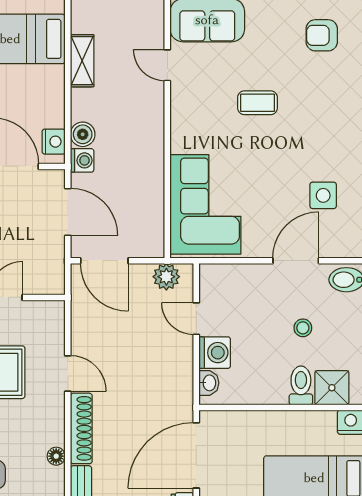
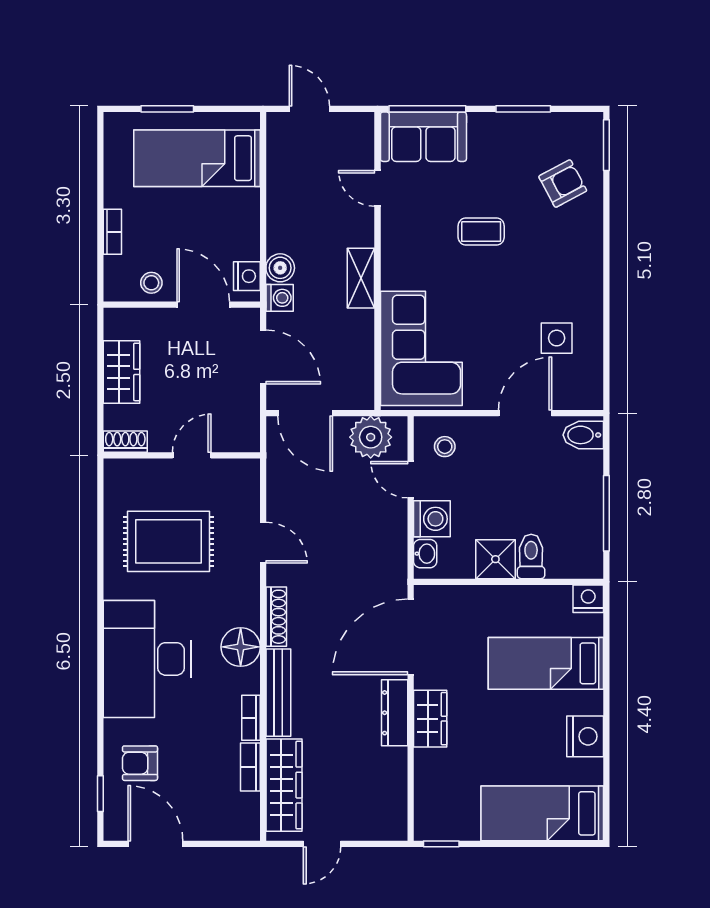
armchair: (322, 35) -> (563, 184), moved, turned 152
shelving: (82, 61) -> (361, 278), moved
plant: (166, 277) -> (371, 437), width x1.36, depth x1.36
stool: (303, 328) -> (445, 447), moved
shower: (332, 388) -> (495, 559), moved
shoe rack: (81, 428) -> (276, 617), width x0.74, depth x0.81
floor lamp: (56, 456) -> (241, 647), width x1.89, depth x1.89

